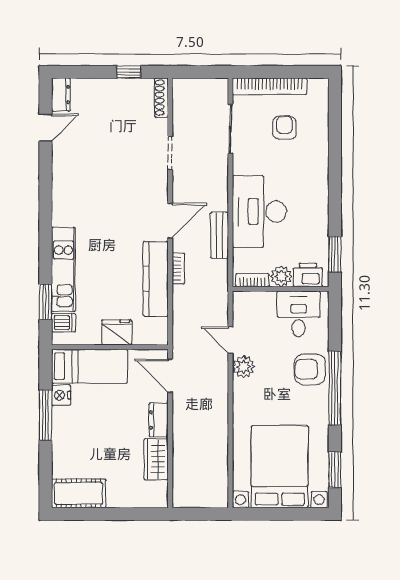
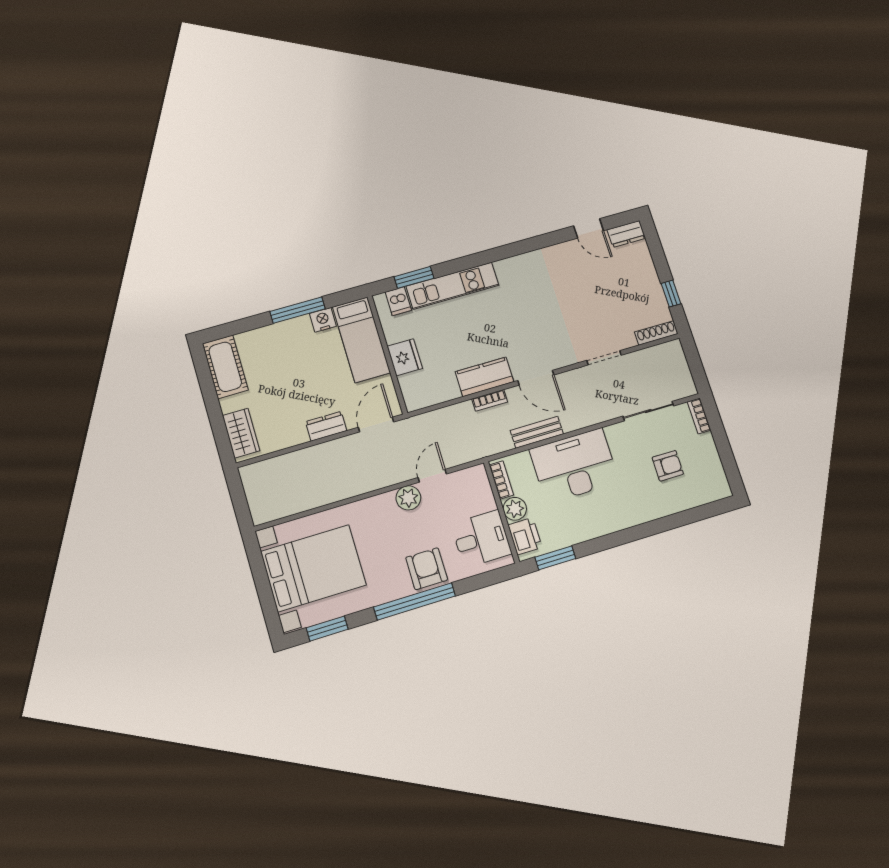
bookcase: (270, 86) -> (699, 416), width x0.43, depth x0.76
kitchen counter: (156, 279) -> (485, 377), width x0.67
wardrobe: (156, 459) -> (241, 433), moved, turned 90

